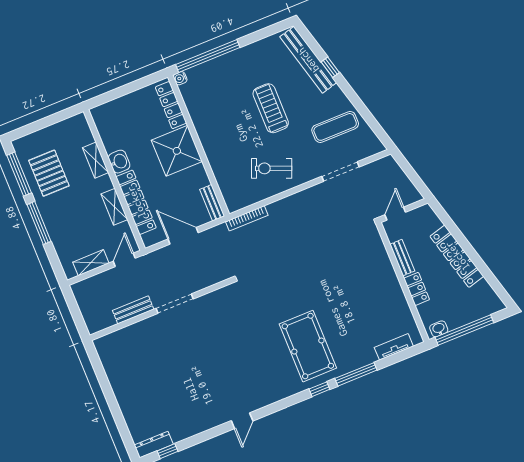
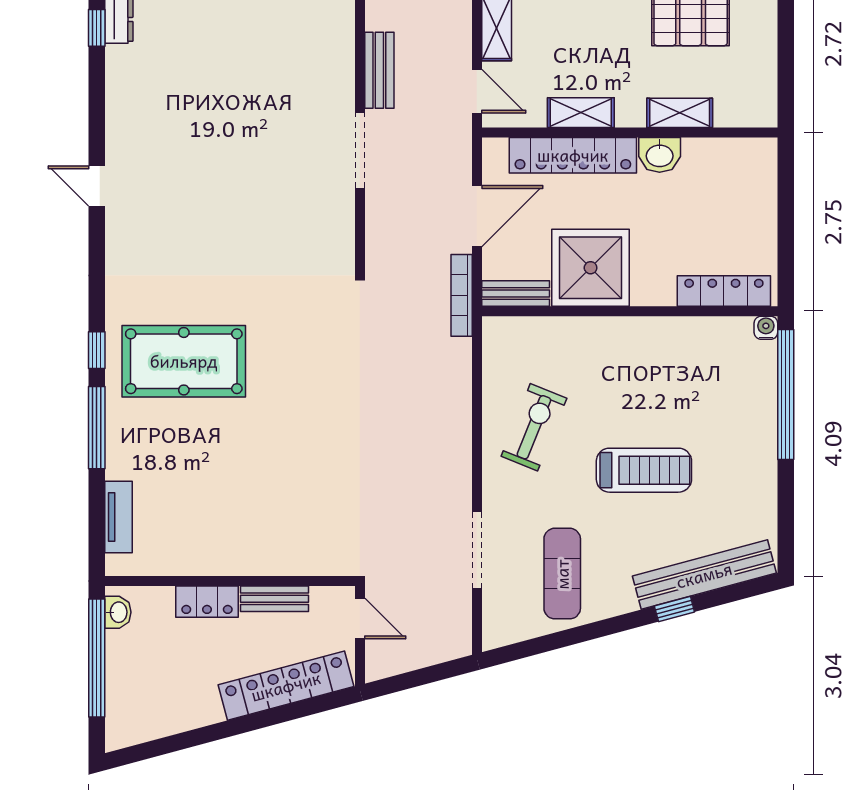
shower: (177, 151) -> (591, 268), moved
bookcase: (247, 218) -> (462, 295), moved
locker: (457, 256) -> (286, 686), moved

